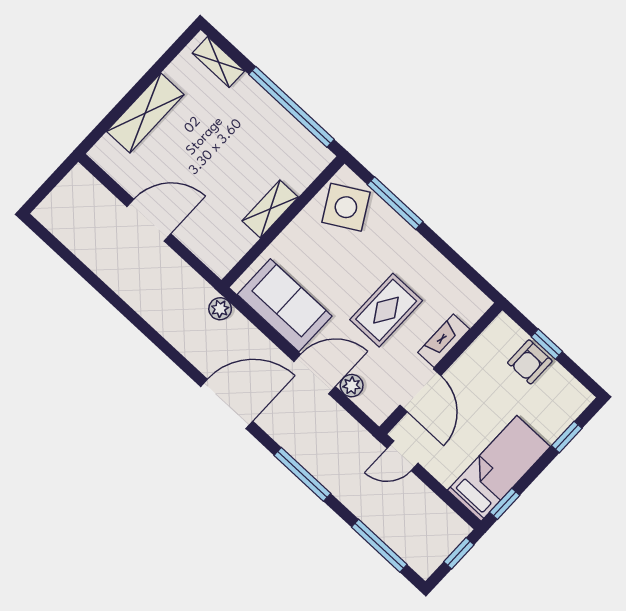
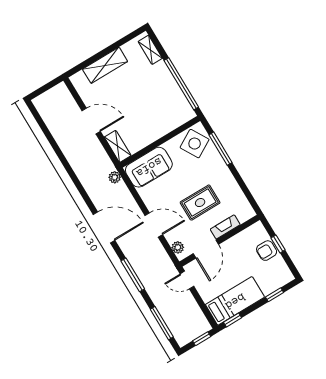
shelving: (270, 209) -> (118, 146), moved, turned 90
sofa: (285, 305) -> (149, 167), moved, turned 90
plant: (352, 386) -> (178, 247), moved

